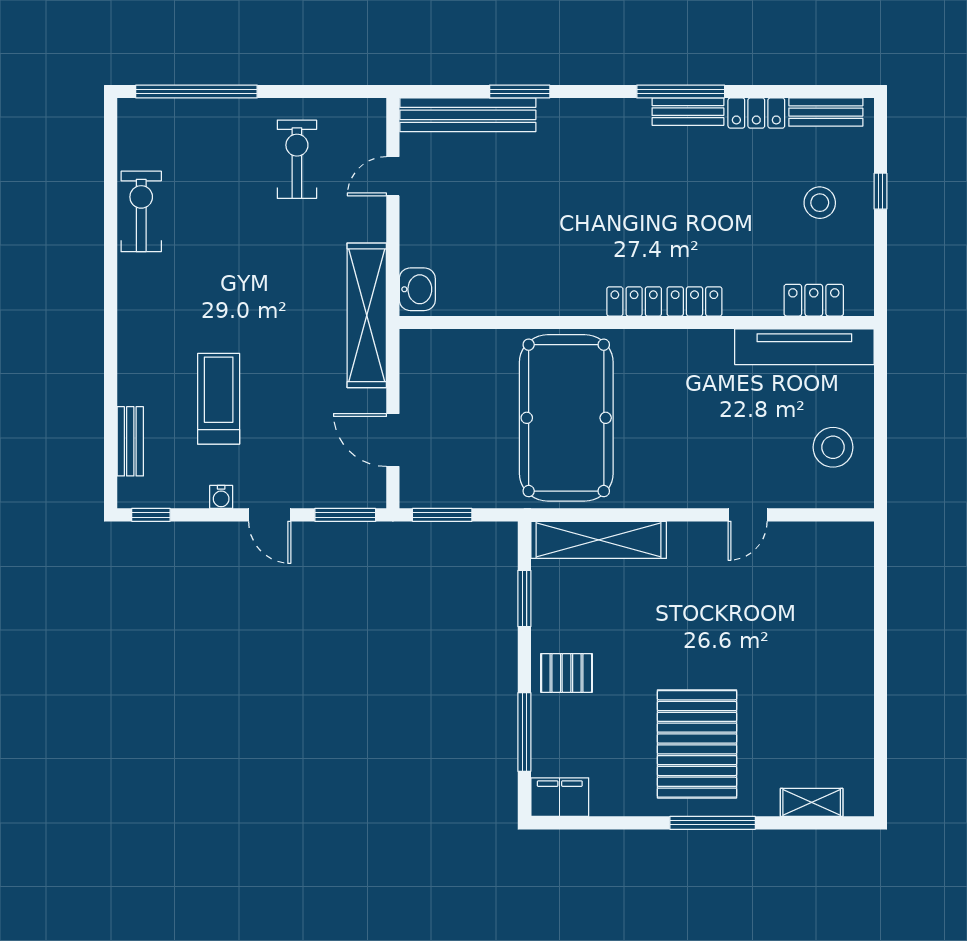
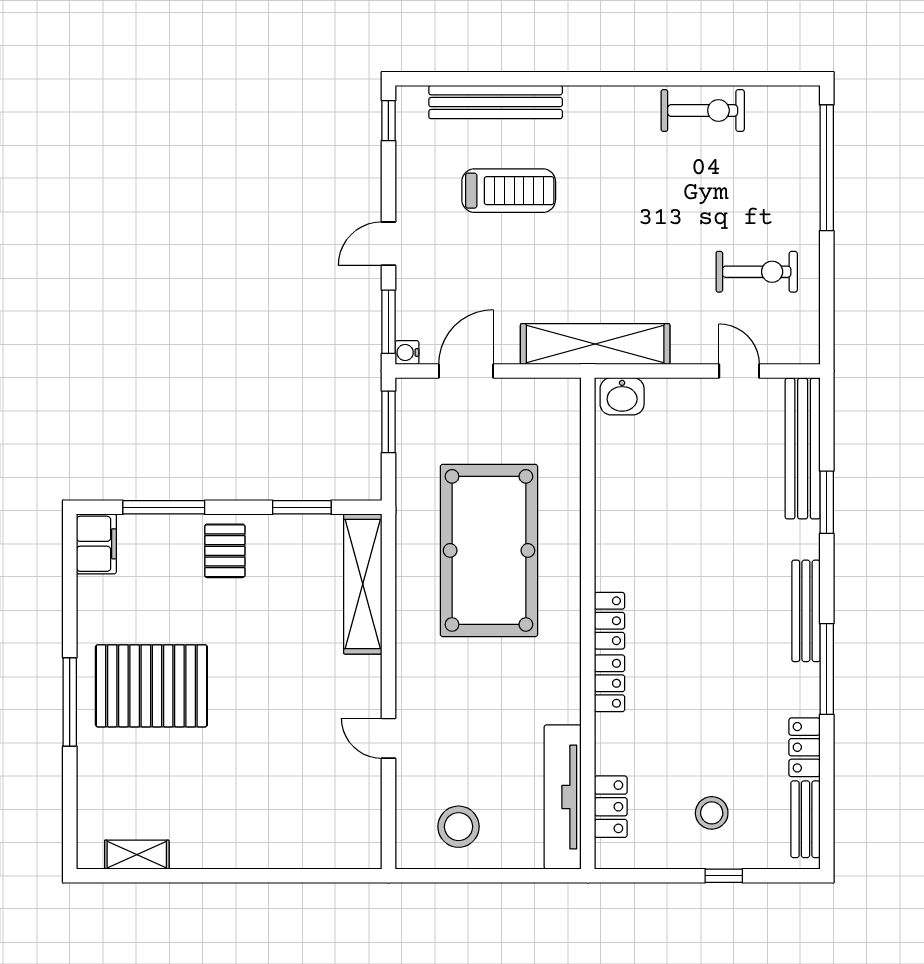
bench: (688, 112) -> (806, 611), moved, width x1.36
pool table: (566, 418) -> (489, 550), turned 90
bench: (130, 441) -> (496, 102), width x1.86, depth x1.21
water cooler: (221, 497) -> (407, 352), moved
shelving: (812, 802) -> (137, 855), moved, turned 90

